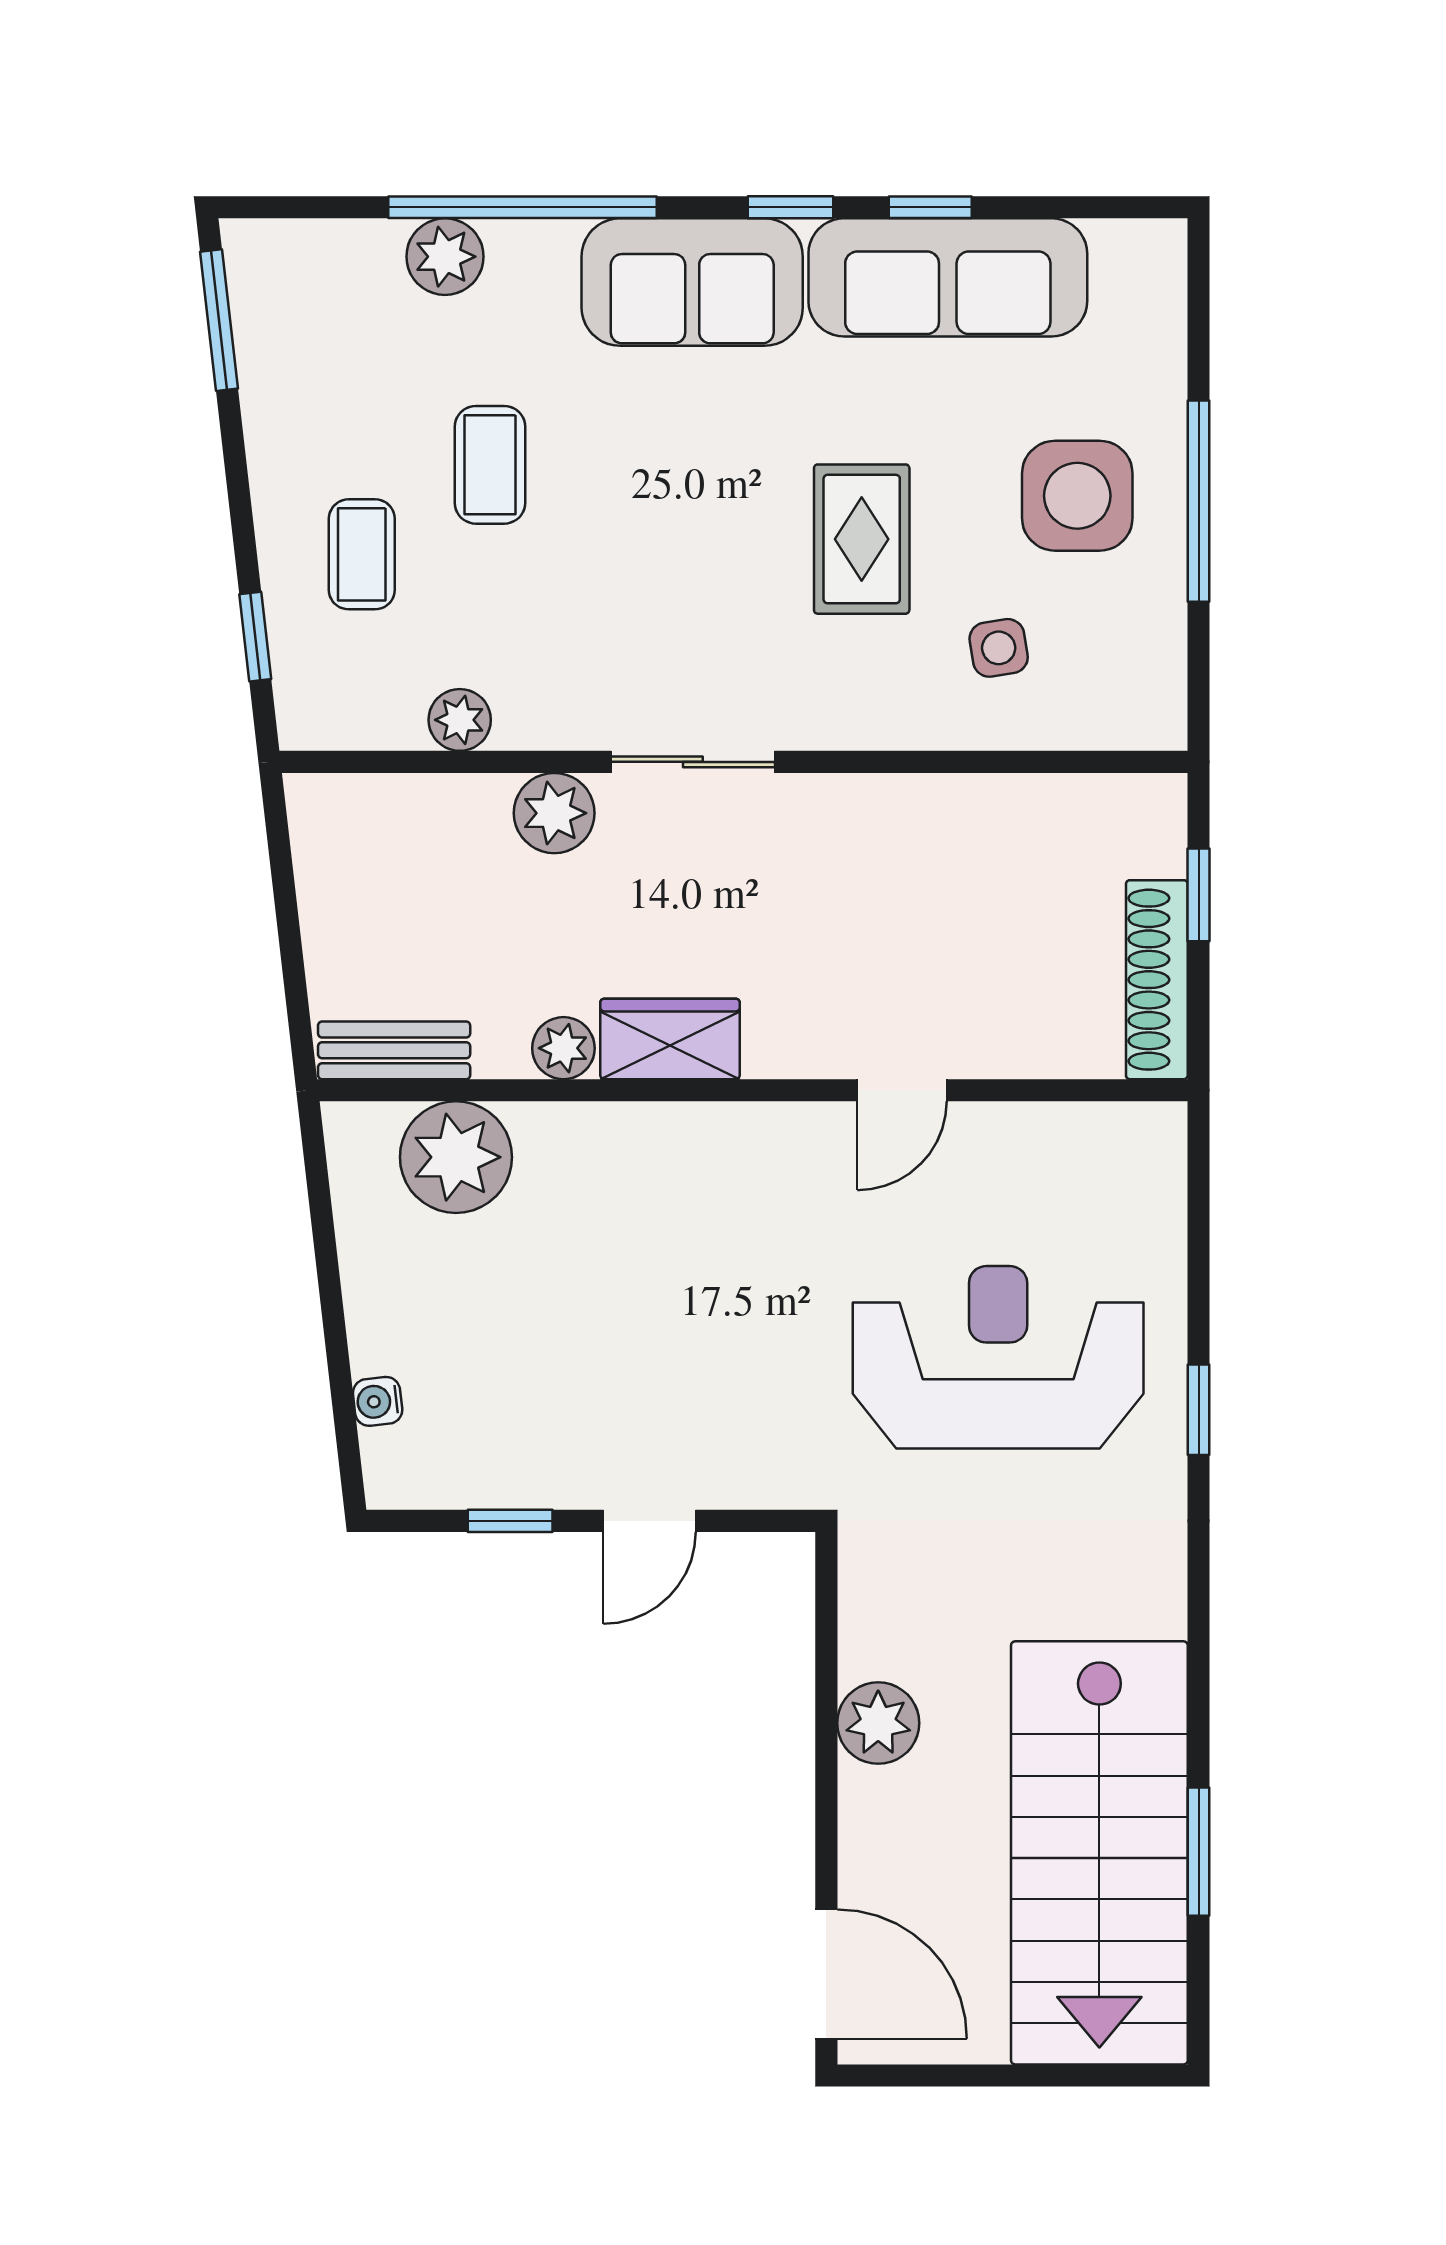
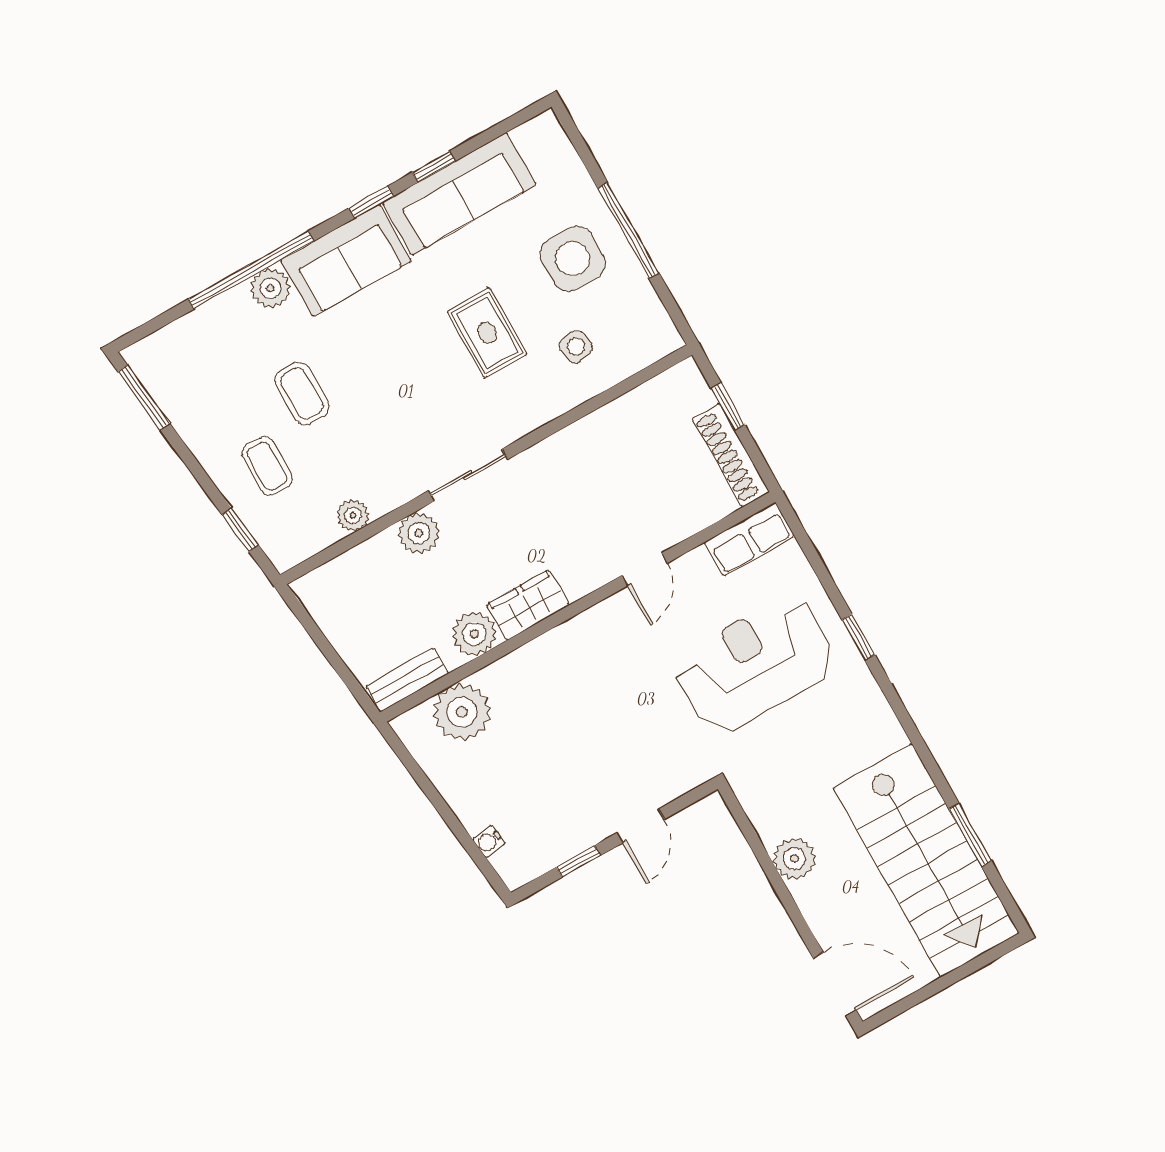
plant: (445, 257) -> (270, 288), moved
plant: (563, 1048) -> (474, 634), width x1.38, depth x1.38
row of seats: (1108, 1139) -> (749, 539), added

